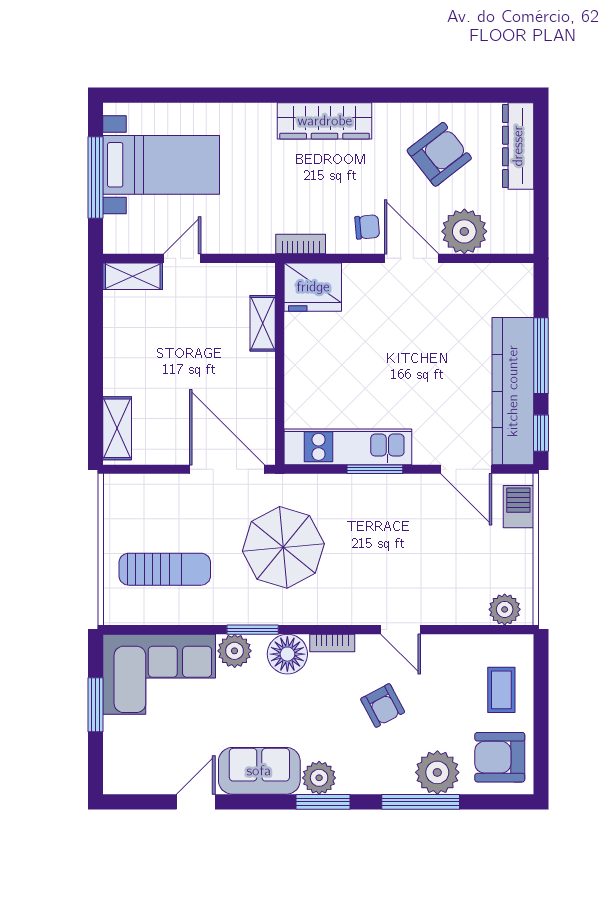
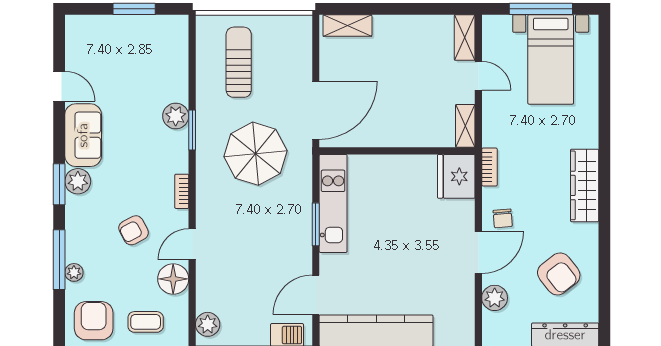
plant: (464, 231) -> (495, 298), width x0.73, depth x0.73
shelving: (263, 323) -> (465, 126), moved, turned 90
sun lounger: (165, 569) -> (239, 62), turned 180
floor lamp: (287, 654) -> (173, 279), moved
corner sofa: (159, 674) -> (158, 58), removed
plant: (437, 772) -> (74, 272), width x0.53, depth x0.53

